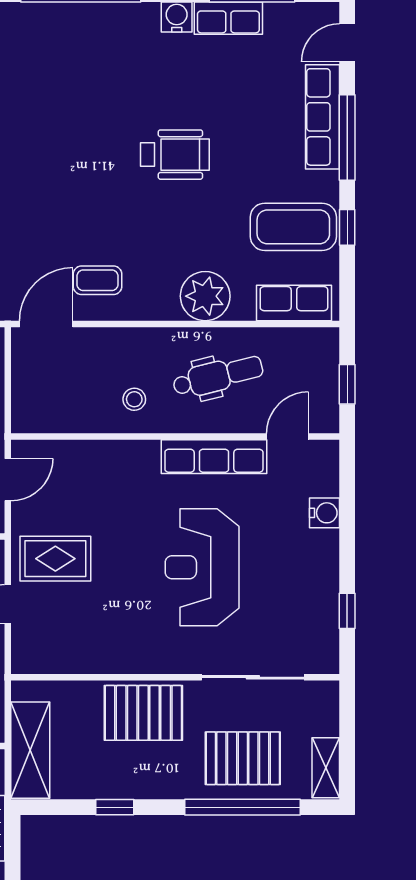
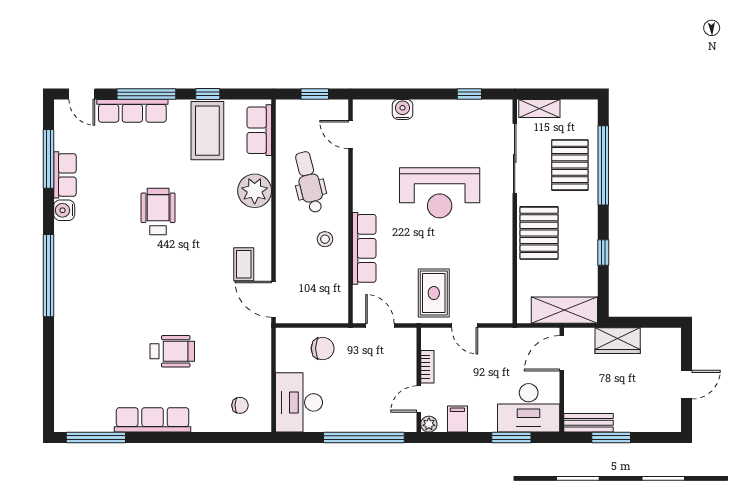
row of seats: (214, 457) -> (364, 248), moved
shelving: (326, 768) -> (539, 108), moved

